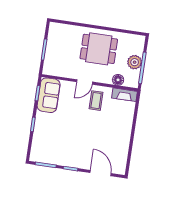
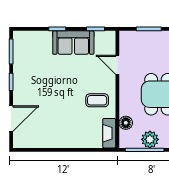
door: (85, 82) -> (117, 65), moved
sofa: (49, 95) -> (73, 43), moved

